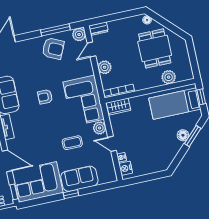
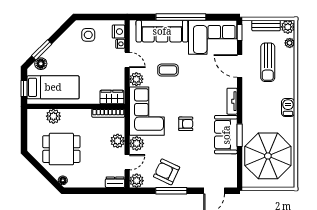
window: (55, 30) -> (171, 191), moved
dining table: (155, 48) -> (61, 149), turned 90
plant: (86, 69) -> (137, 143), added
floor lamp: (183, 135) -> (41, 64), moved
side table: (153, 159) -> (88, 35), added
sofa: (79, 179) -> (162, 31), width x1.36
window: (71, 194) -> (181, 17), width x3.17

